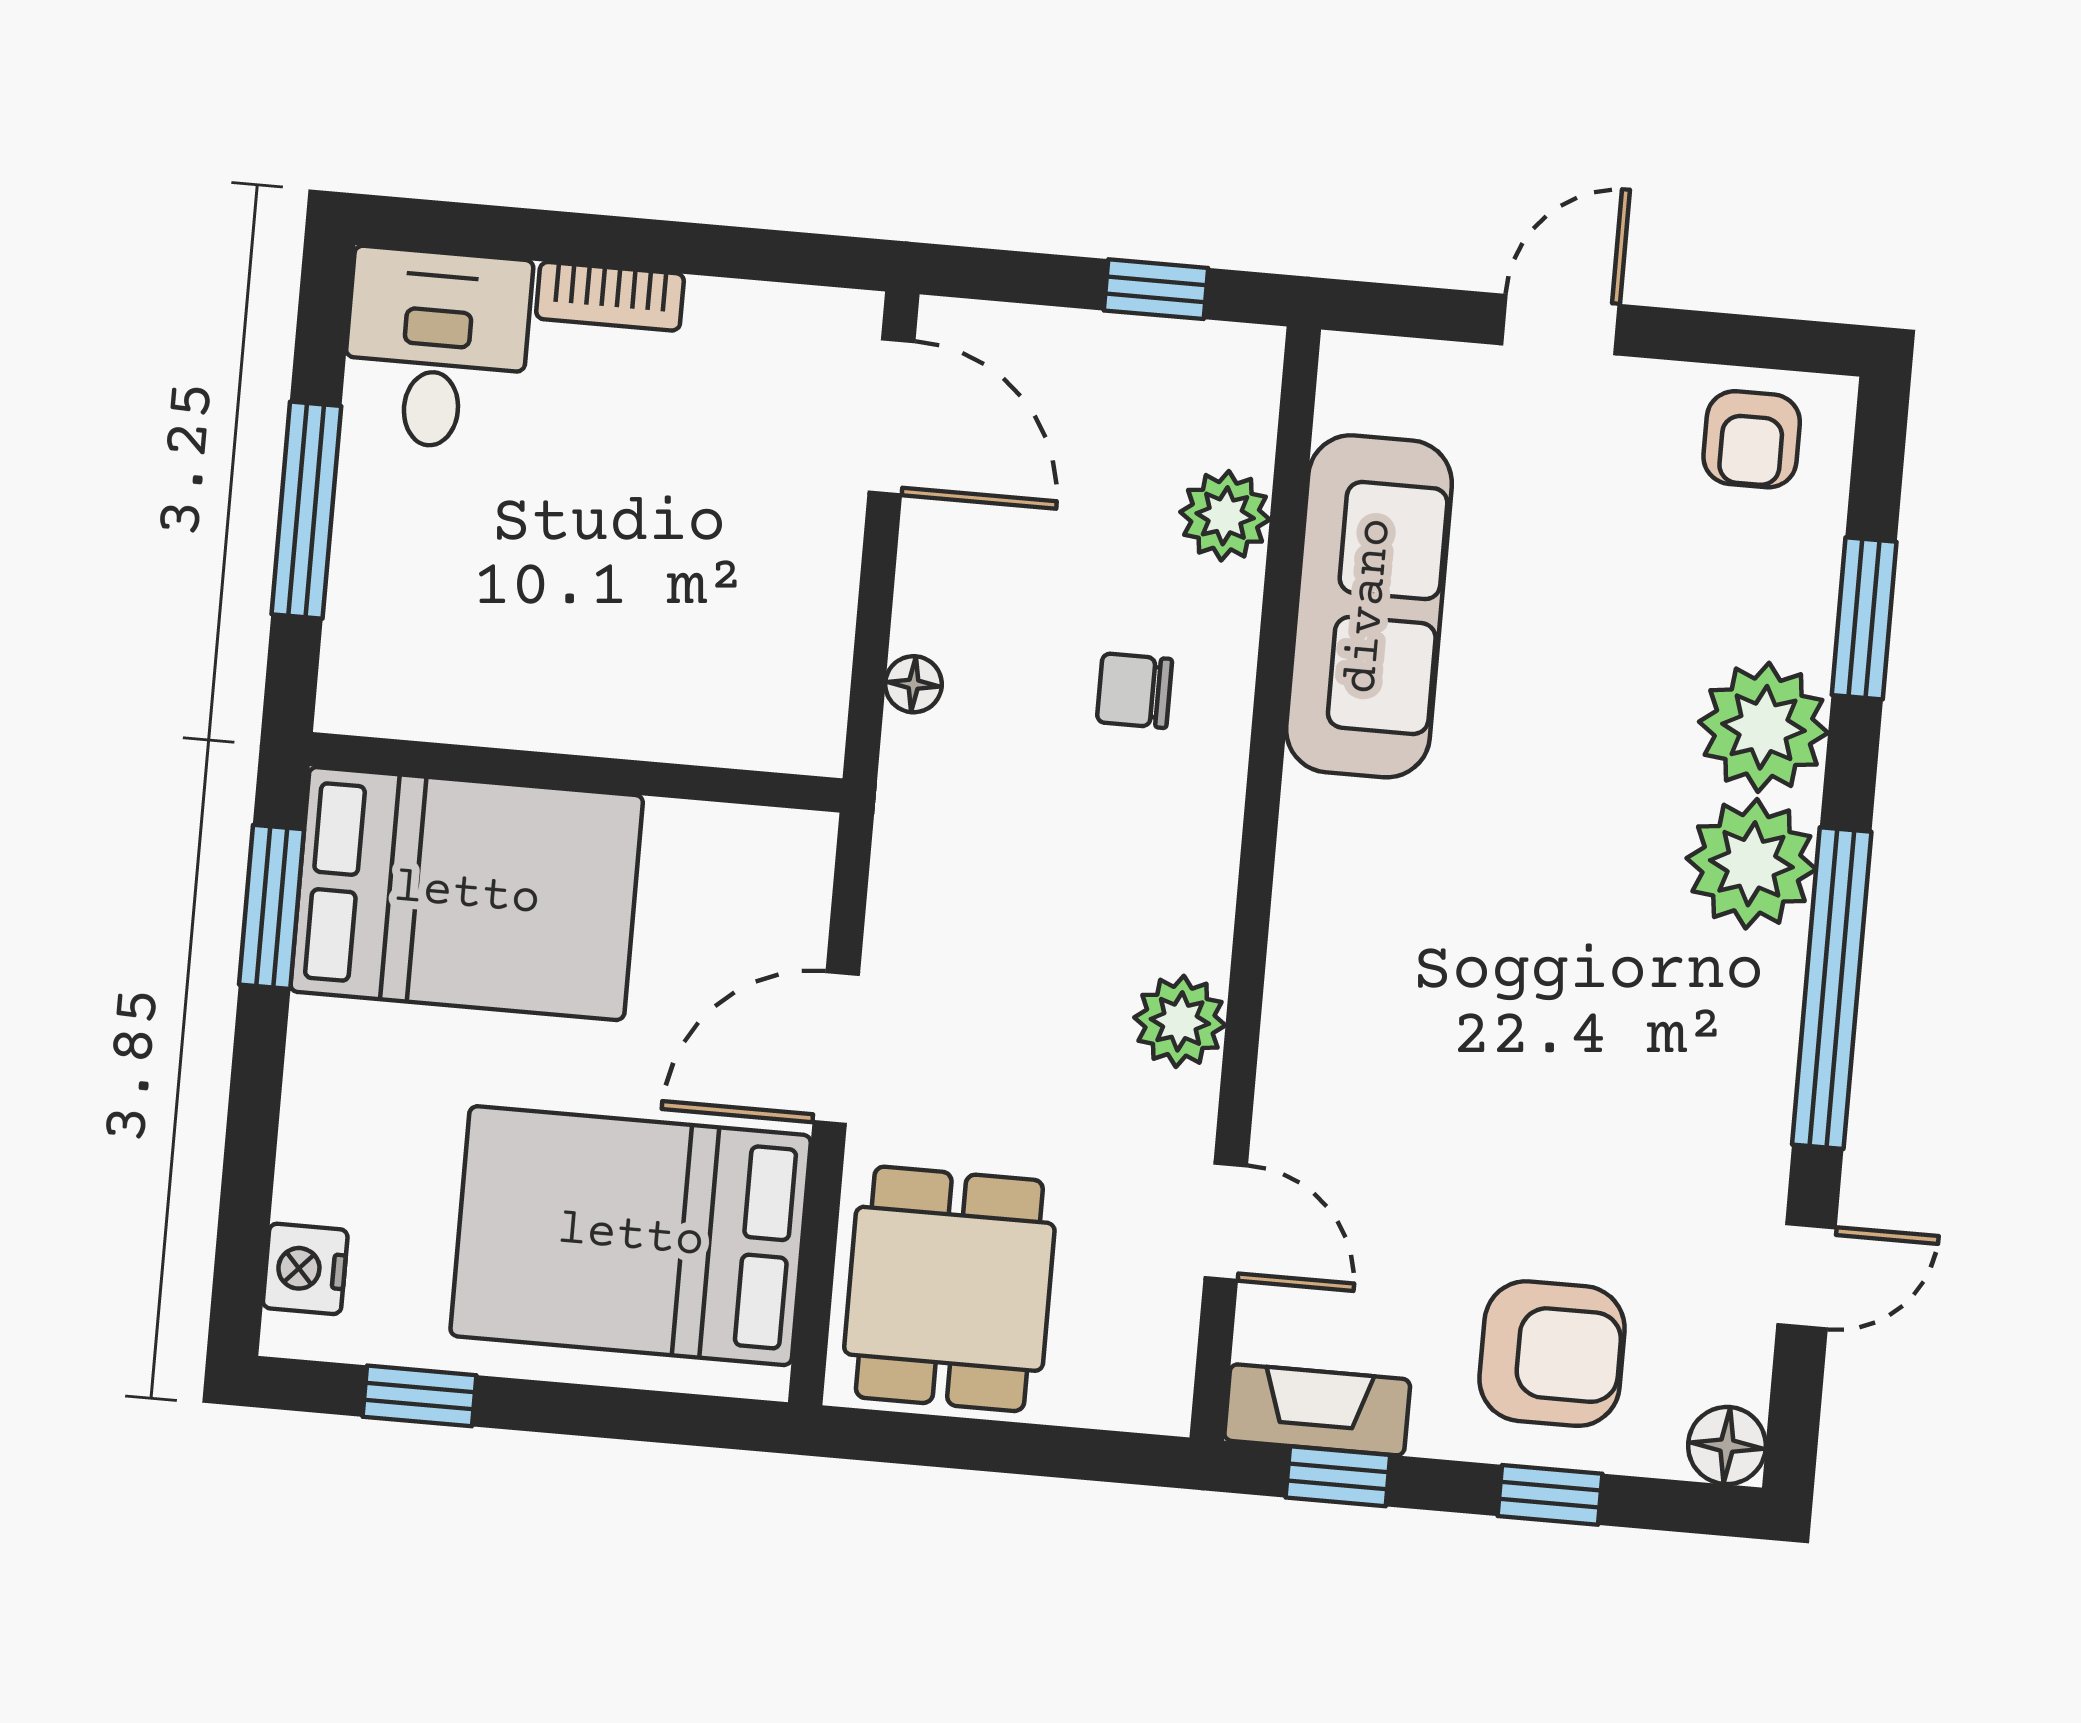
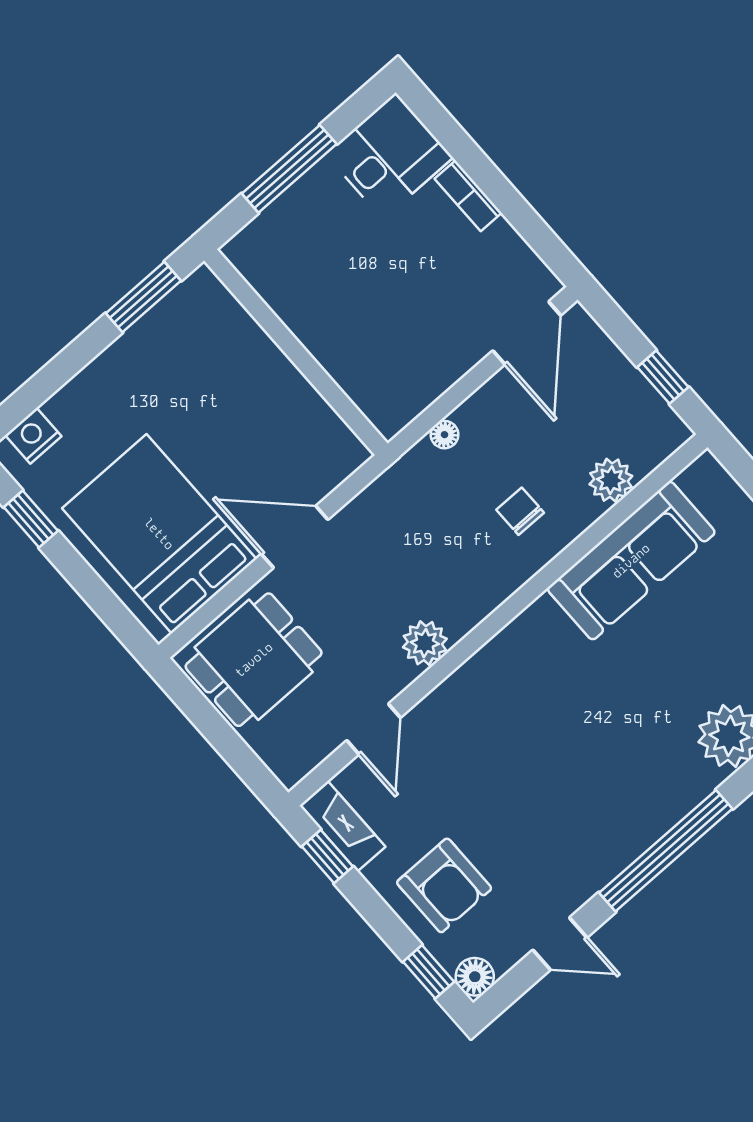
plant: (1751, 864) -> (679, 780), removed
bed: (467, 894) -> (217, 358), removed
window: (1550, 1495) -> (429, 972), moved

